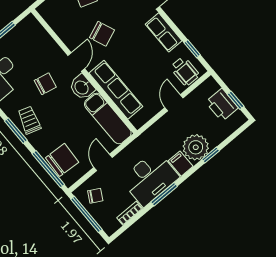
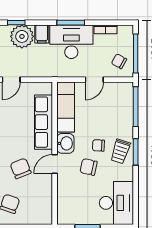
chair: (62, 160) -> (98, 145), moved, width x0.54, depth x0.54

